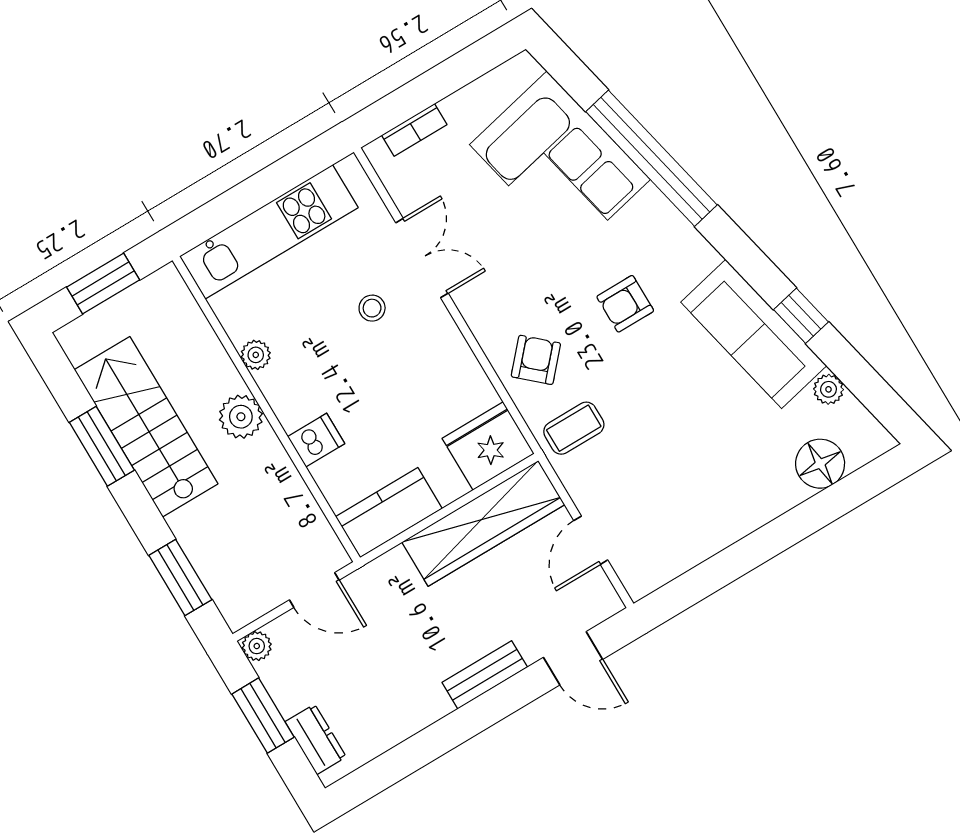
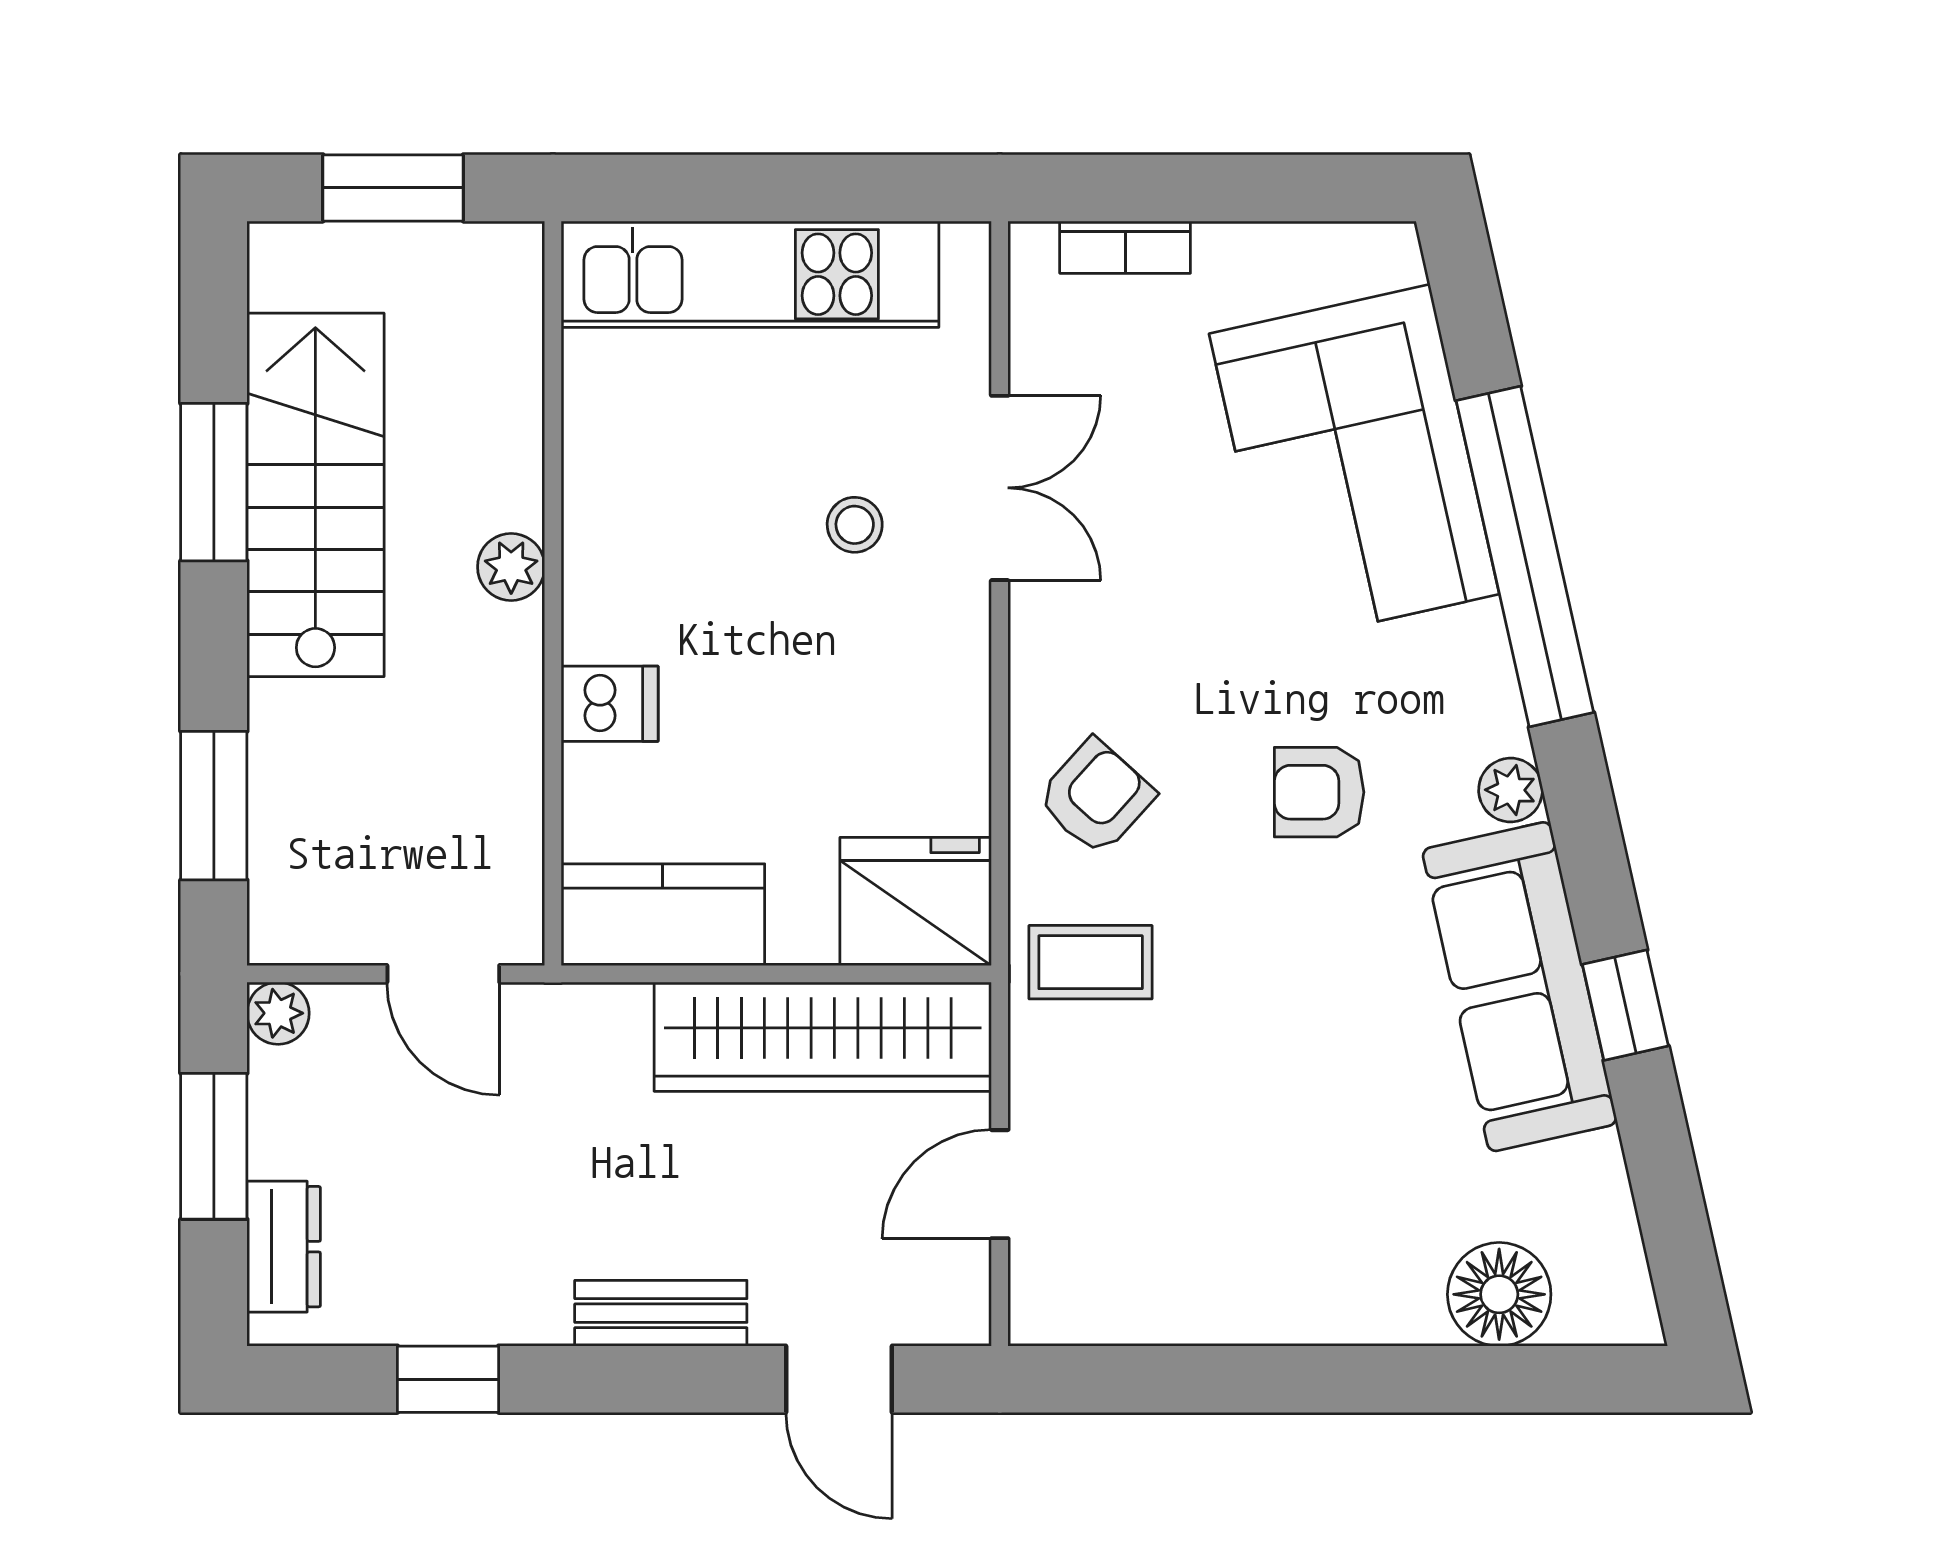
plant: (256, 355) -> (593, 483), removed
plant: (828, 389) -> (1511, 790), moved
plant: (241, 417) -> (511, 567), width x0.73, depth x0.73
window: (414, 753) -> (448, 1379), added

